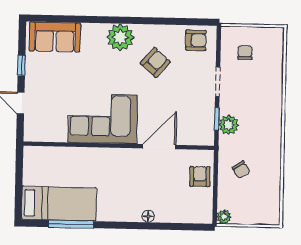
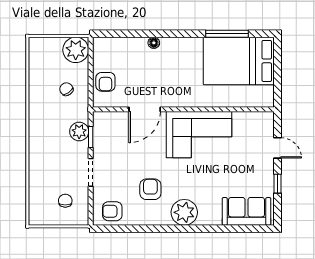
chair: (245, 52) -> (65, 201), turned 180
armchair: (155, 62) -> (150, 189), turned 139
bed: (59, 204) -> (239, 61), width x1.50
plant: (224, 217) -> (76, 50), width x1.88, depth x1.88

